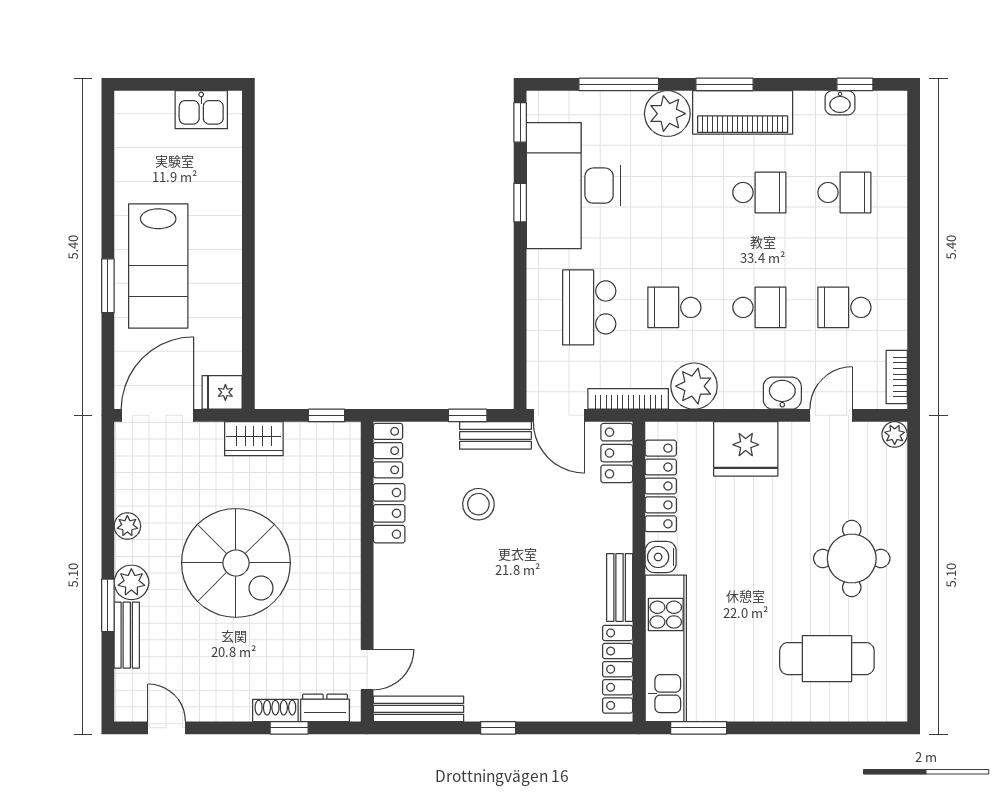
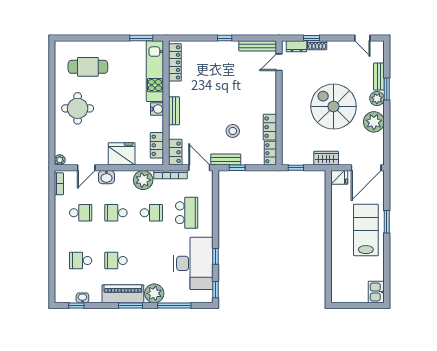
kitchen sink: (201, 110) -> (376, 292), moved, turned -90
locker: (661, 486) -> (157, 145), width x0.66
plant: (127, 526) -> (374, 122), width x1.88, depth x1.88
bench: (620, 587) -> (174, 111), moved

